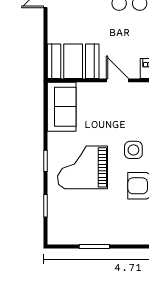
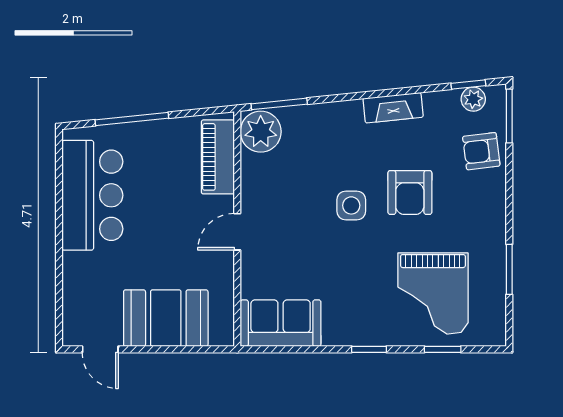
booth: (73, 61) -> (166, 318), moved, turned 90
grand piano: (82, 167) -> (433, 293), moved

